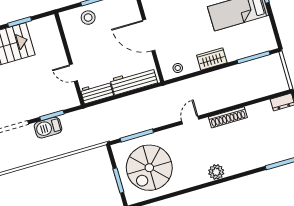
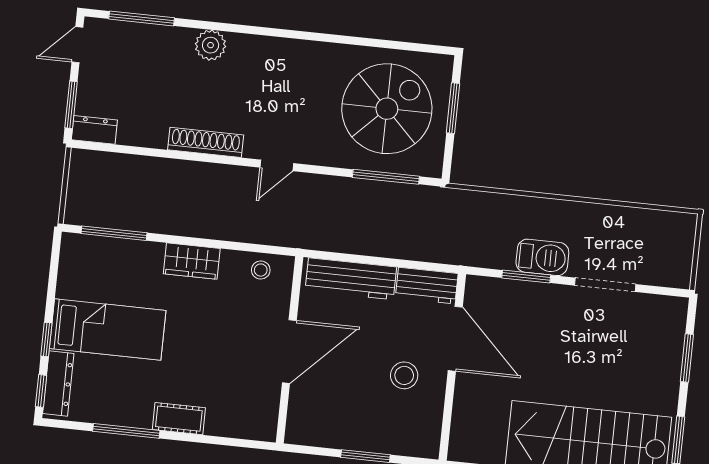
stool: (88, 18) -> (404, 375), moved
door: (149, 35) -> (289, 352), hinge flipped
door: (73, 73) -> (455, 339), width x1.88
plant: (216, 172) -> (211, 45), moved

